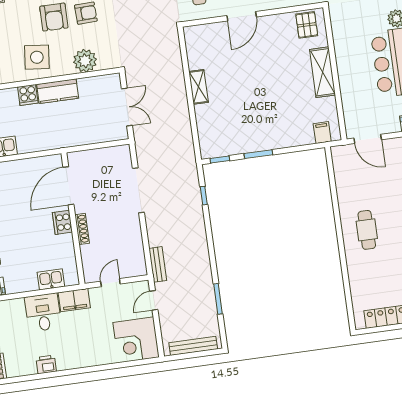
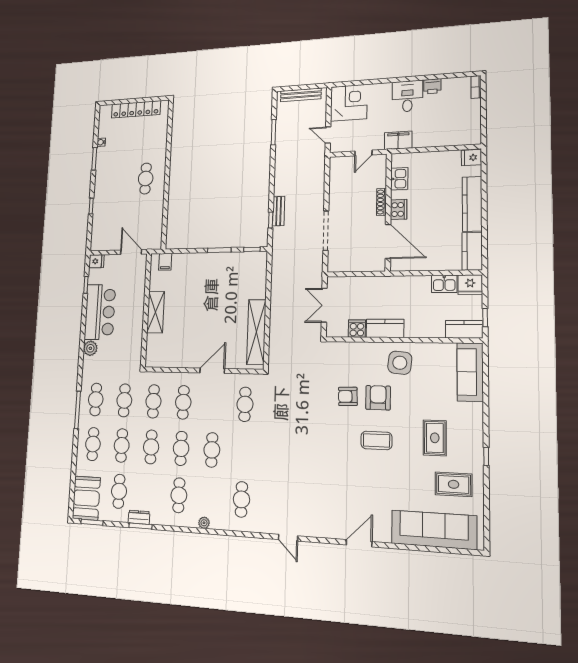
pallet: (307, 25) -> (161, 354), removed
plant: (85, 61) -> (355, 353), removed
shelving: (199, 87) -> (256, 332), width x2.20, depth x1.33
cooker: (28, 95) -> (357, 329), moved
door: (68, 186) -> (388, 241), hinge flipped
bench: (158, 264) -> (279, 211), moved
kitchen sink: (51, 279) -> (399, 179), moved, turned -90
door: (154, 300) -> (328, 135), swing flipped
desk: (43, 312) -> (407, 96), moved, turned 180

